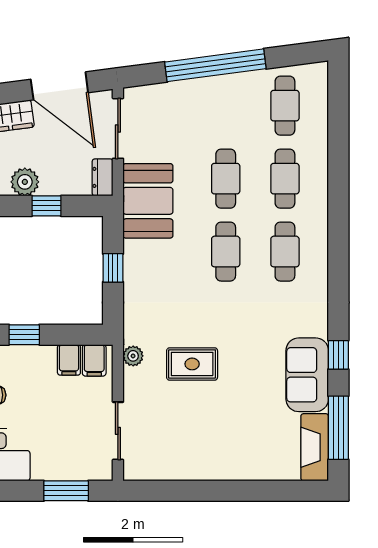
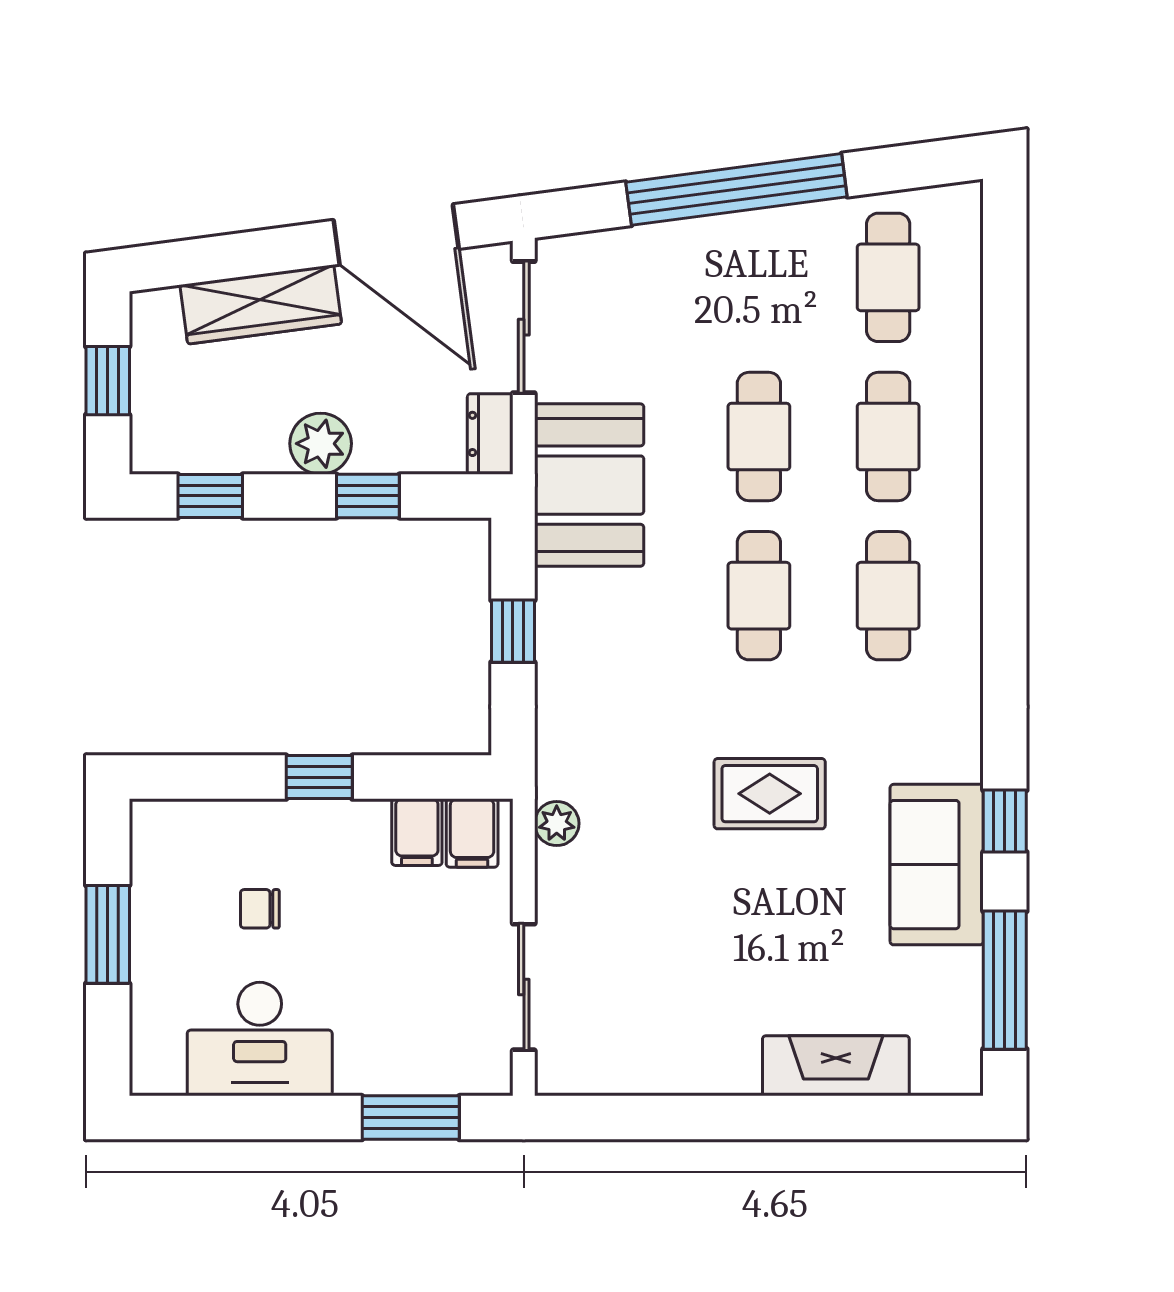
rug: (192, 364) -> (770, 794), moved
fireplace: (315, 447) -> (836, 1066), moved, turned 90

